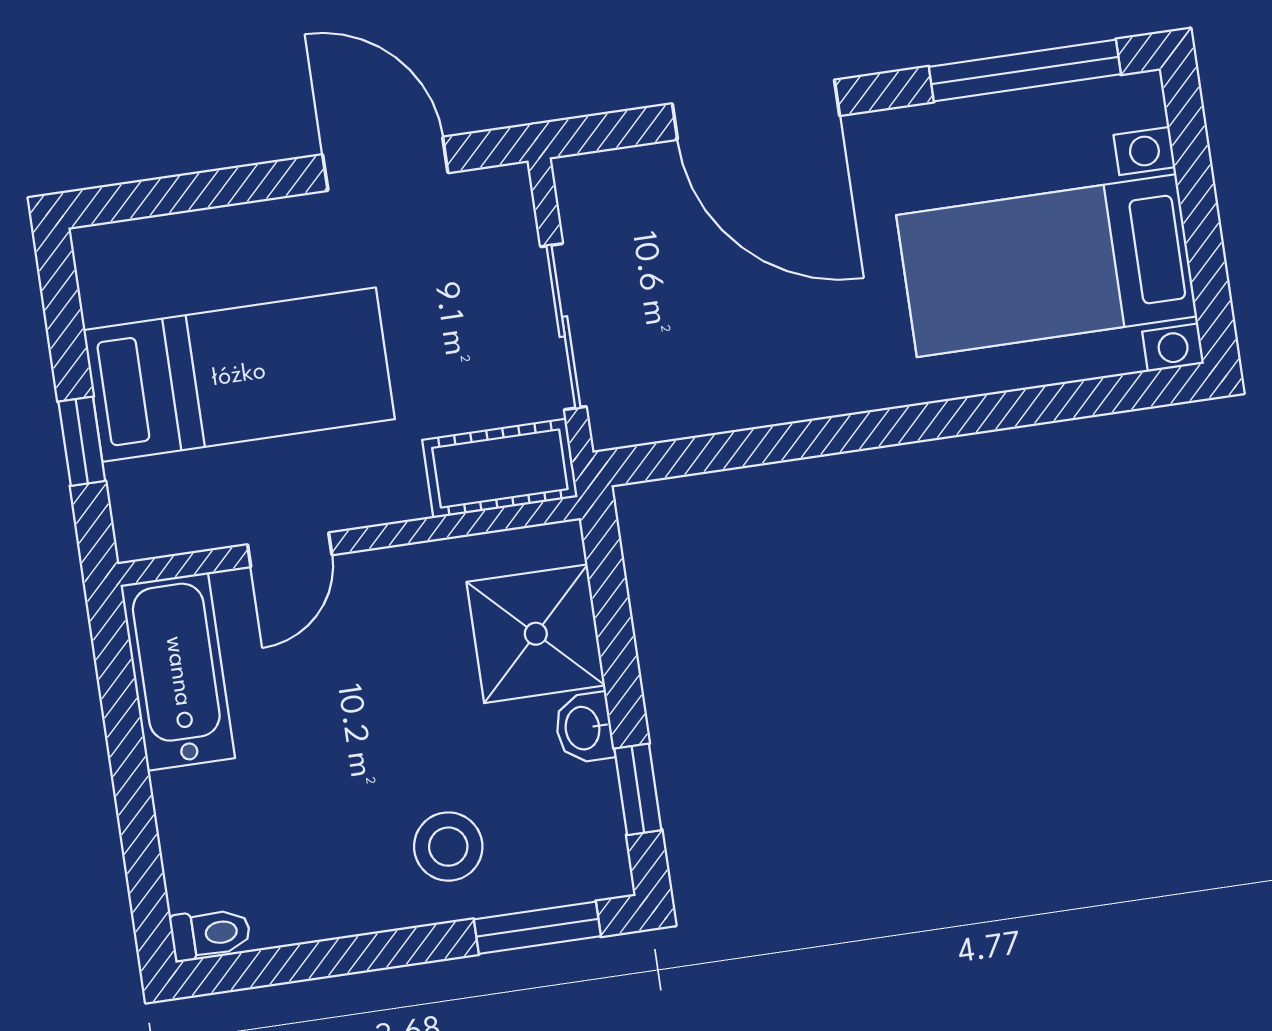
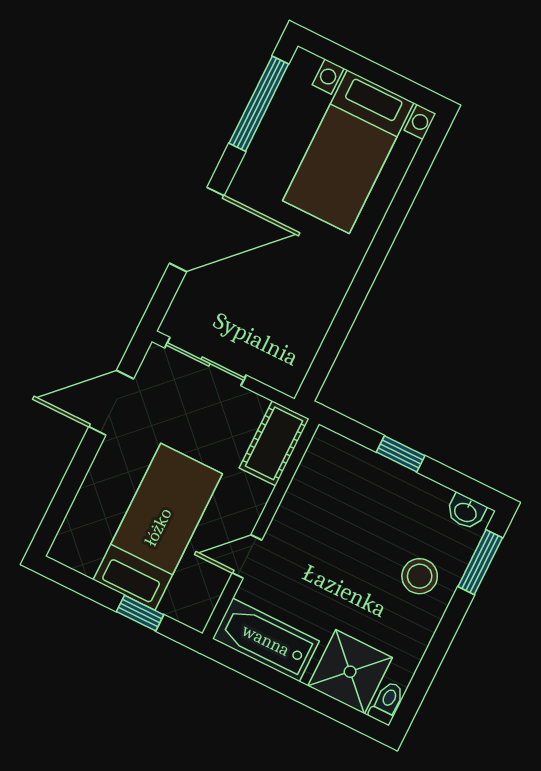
sliding door: (563, 327) -> (205, 361), moved
door: (290, 550) -> (247, 556), swing flipped
shower: (536, 634) -> (350, 672), moved
washbasin: (584, 728) -> (466, 512), moved
window: (638, 789) -> (401, 454), moved

